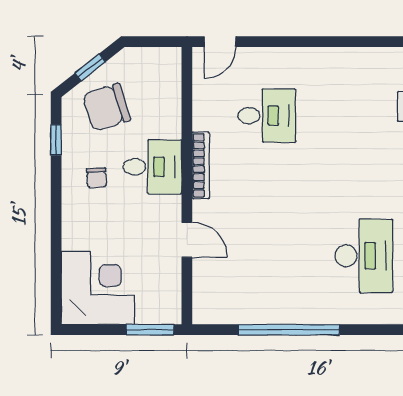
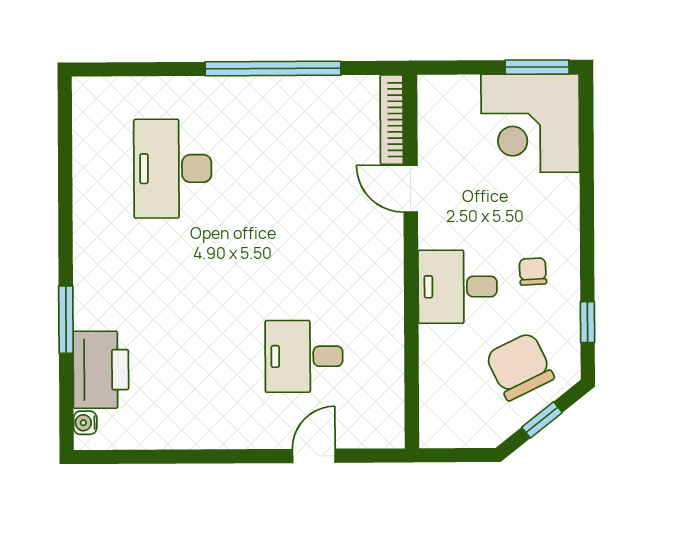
door: (220, 42) -> (314, 456), moved
chair: (107, 107) -> (520, 366), turned -99
bookcase: (201, 165) -> (392, 120), moved
window: (150, 330) -> (537, 67), moved

